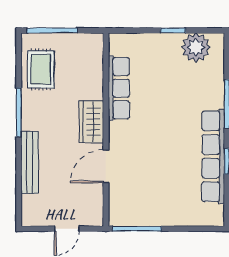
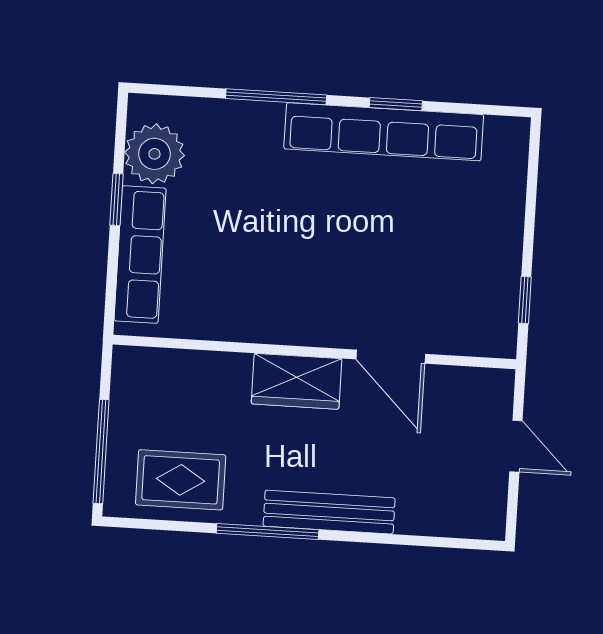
row of seats: (119, 88) -> (140, 254), moved, turned 90
bench: (30, 162) -> (329, 512), moved
window: (137, 229) -> (525, 300), width x0.46

